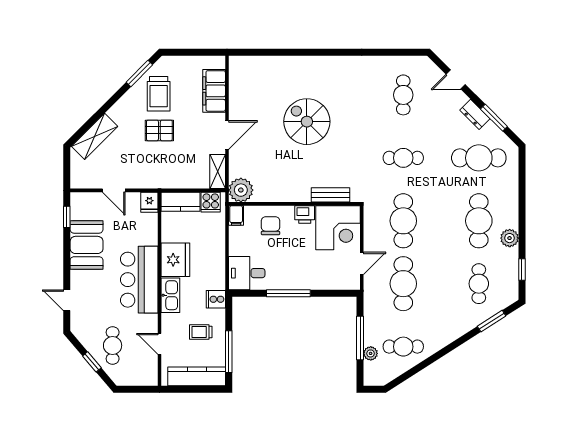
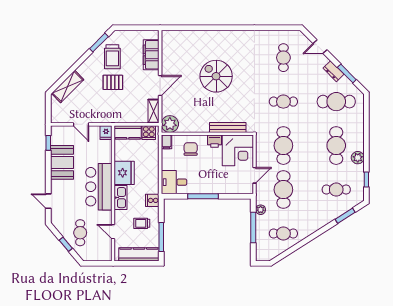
bench: (330, 195) -> (228, 127), width x1.36
cafe table: (479, 284) -> (336, 190), turned 90
plant: (371, 353) -> (261, 210), moved

